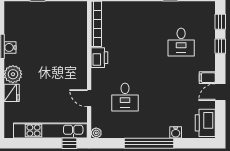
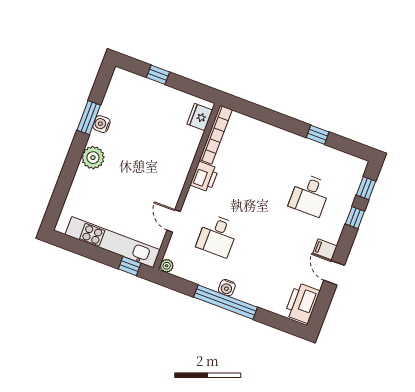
door: (220, 92) -> (334, 273), hinge flipped
fridge: (12, 93) -> (200, 117), moved, turned 180
water cooler: (176, 132) -> (227, 288), moved

